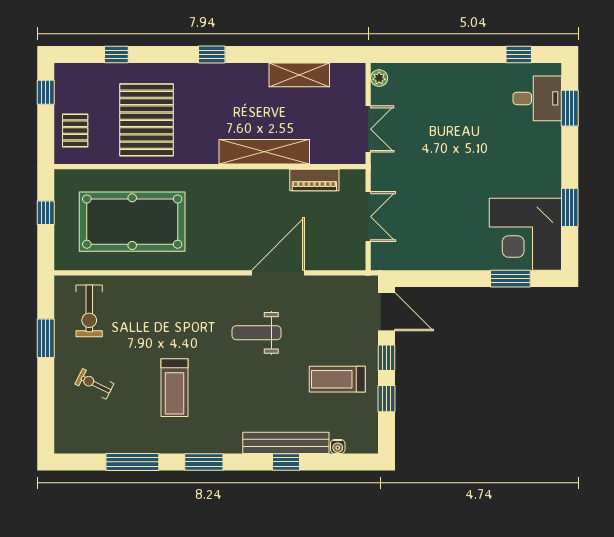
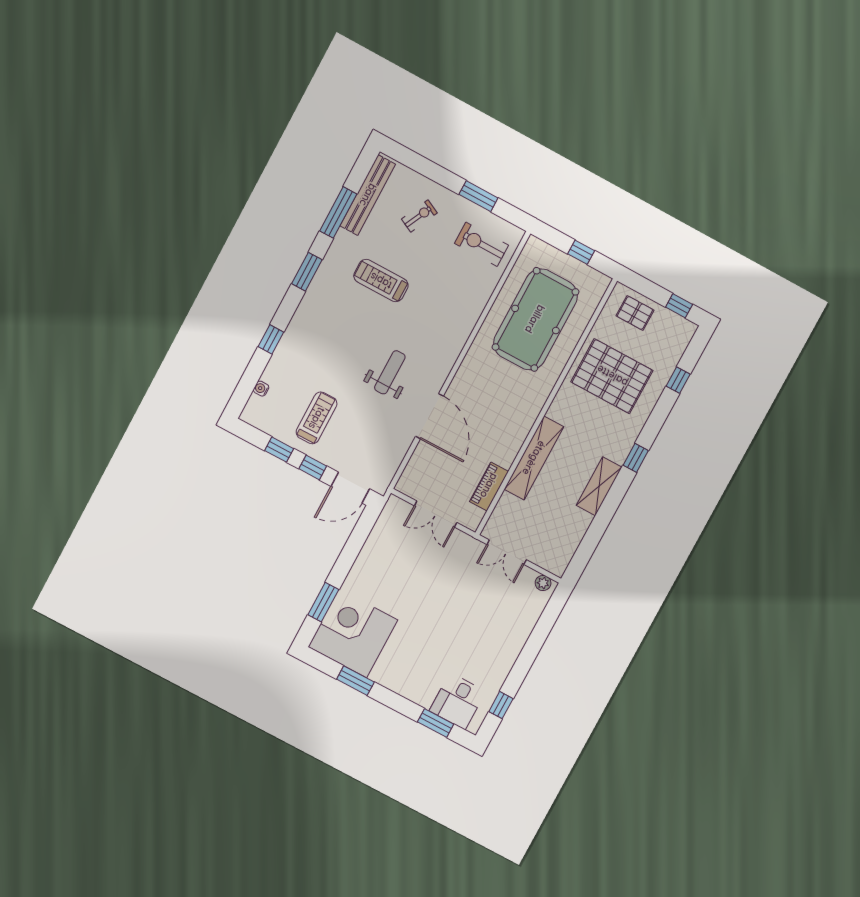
shelving: (299, 75) -> (599, 486), moved
bench: (286, 443) -> (368, 195), moved

